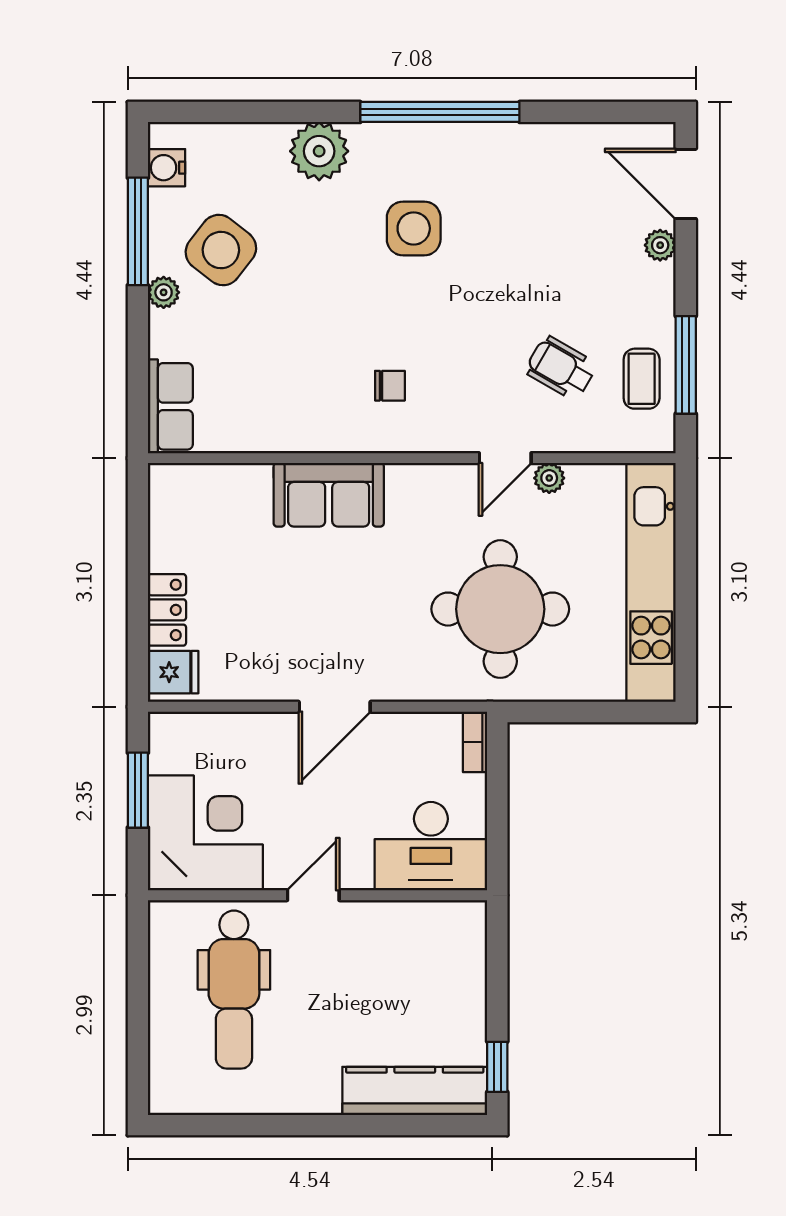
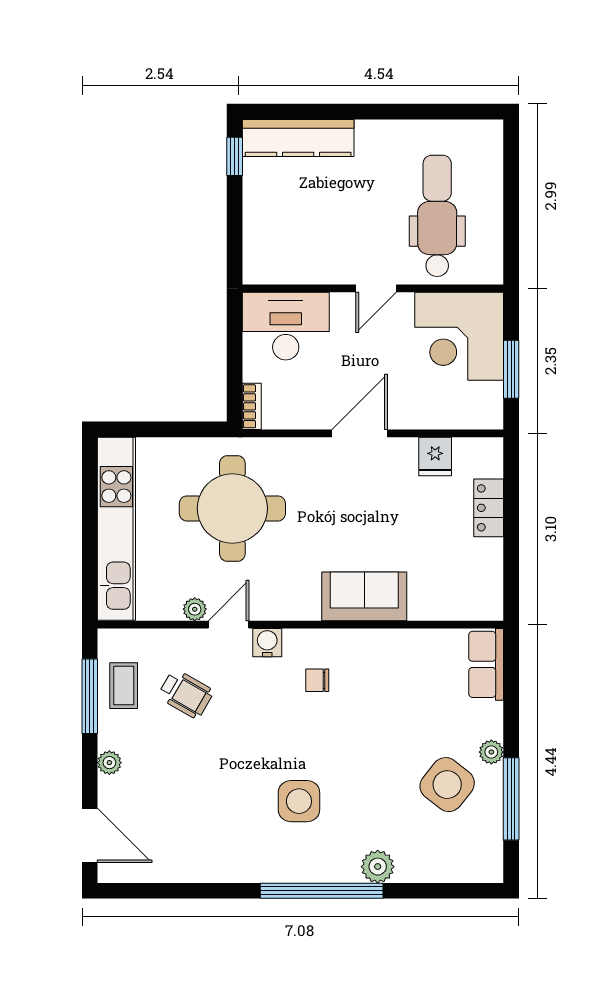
window: (440, 112) -> (322, 891), moved
plant: (319, 151) -> (378, 867), width x0.73, depth x0.73
water cooler: (167, 168) -> (267, 643), moved, turned -90
plant: (660, 245) -> (109, 763), moved
fridge: (173, 672) -> (435, 456), moved, turned -90

